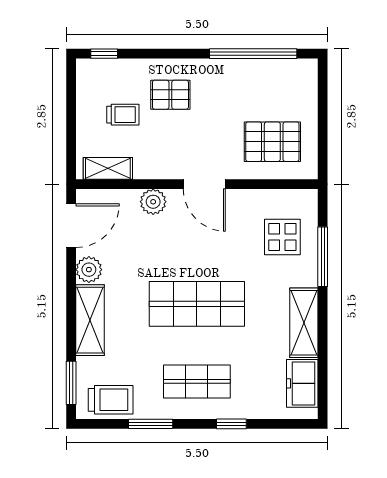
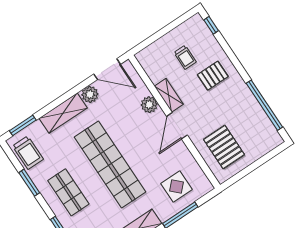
pallet: (170, 95) -> (213, 76), turned 90
shelving: (108, 168) -> (169, 95), moved
shop shelf: (197, 304) -> (110, 165), width x1.40

